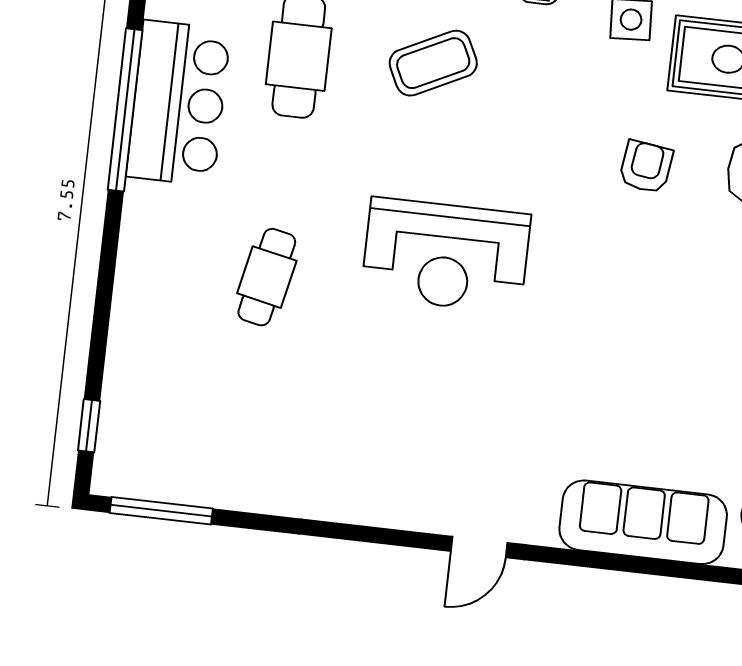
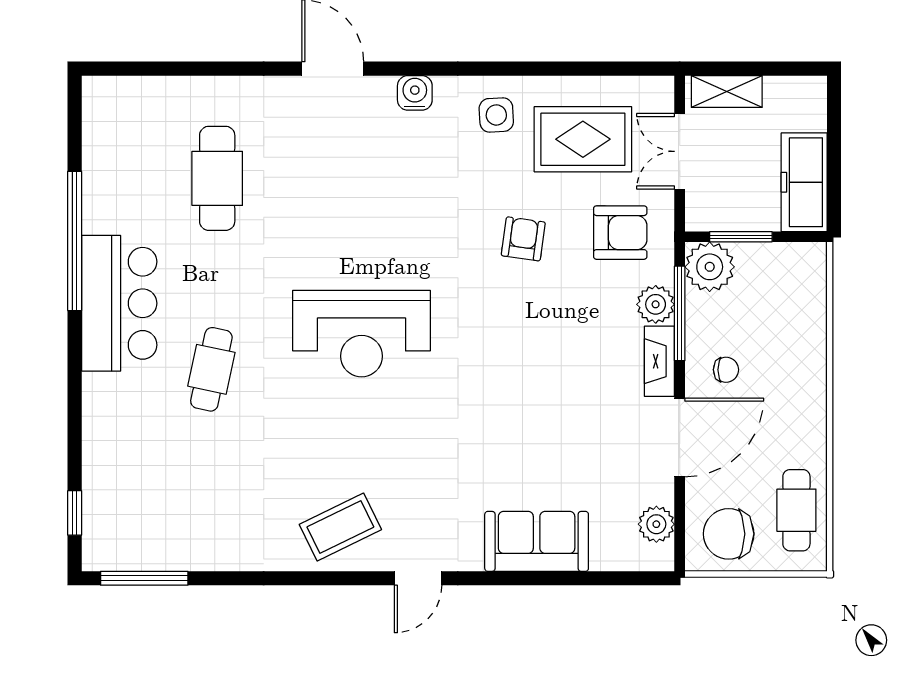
coffee table: (433, 63) -> (340, 527), moved
bar counter: (178, 103) -> (119, 303), moved
sofa: (643, 522) -> (537, 541), width x0.73

